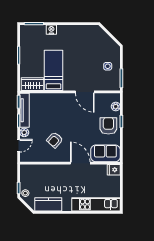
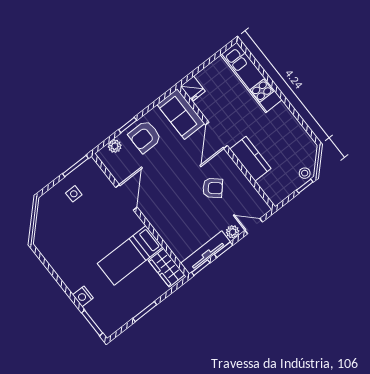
kitchen counter: (48, 204) -> (250, 159), moved, turned 180

